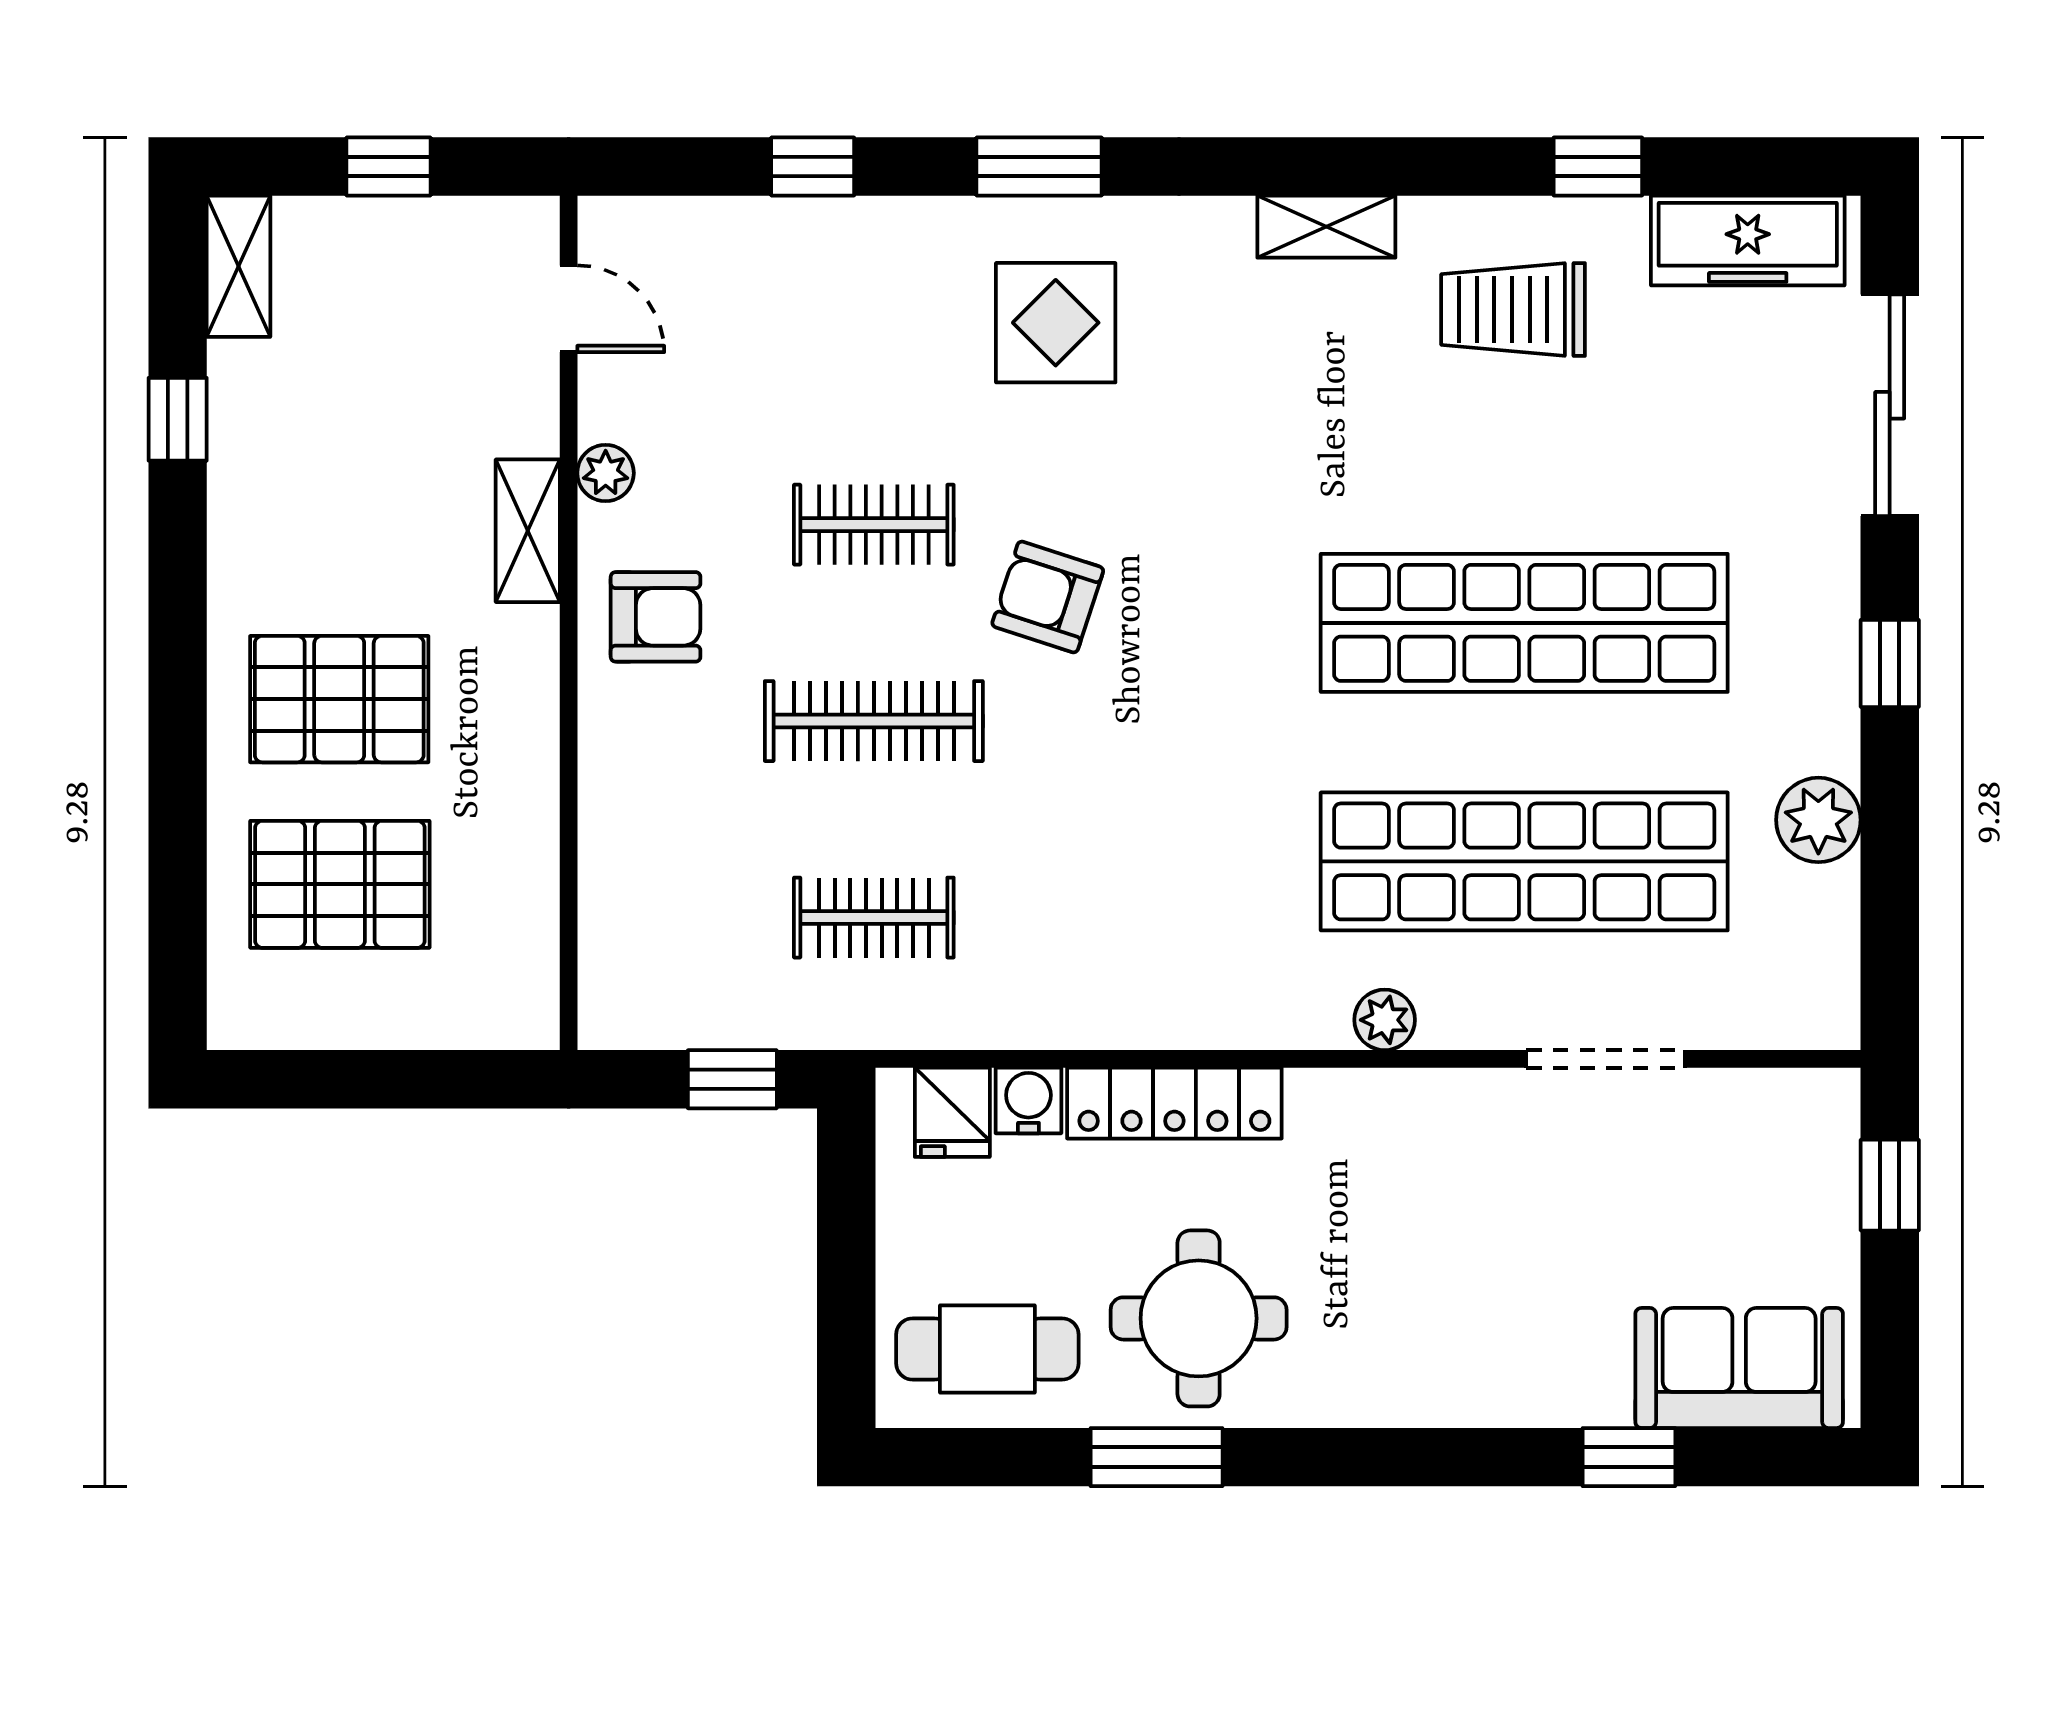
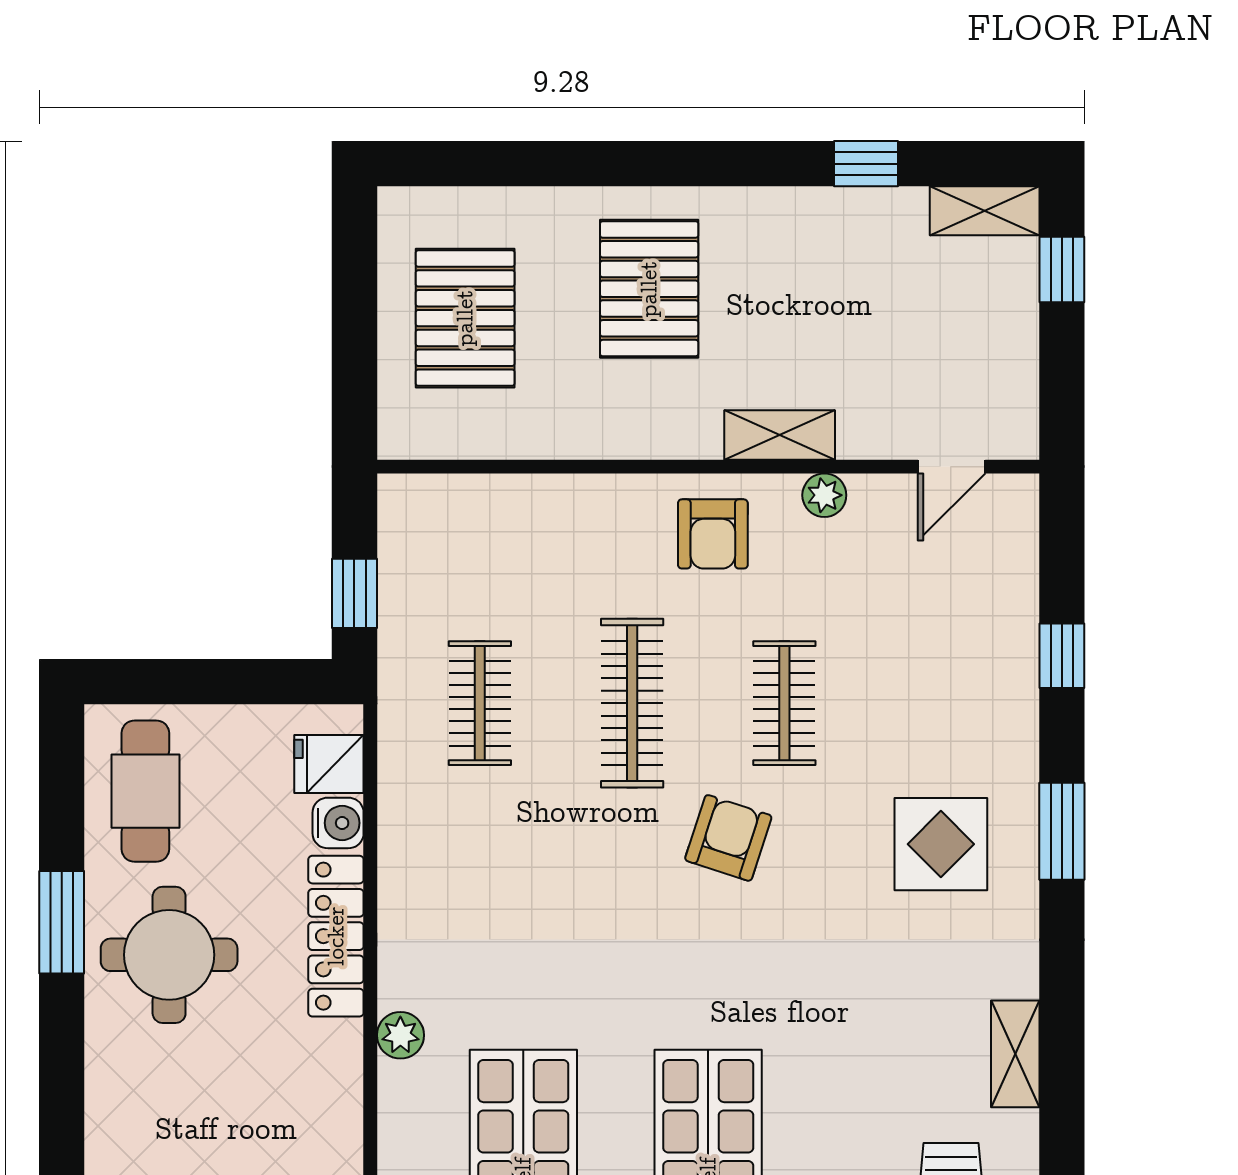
window: (388, 166) -> (1062, 270), moved
pallet: (340, 884) -> (465, 318), moved
plant: (1385, 1020) -> (400, 1035), moved

